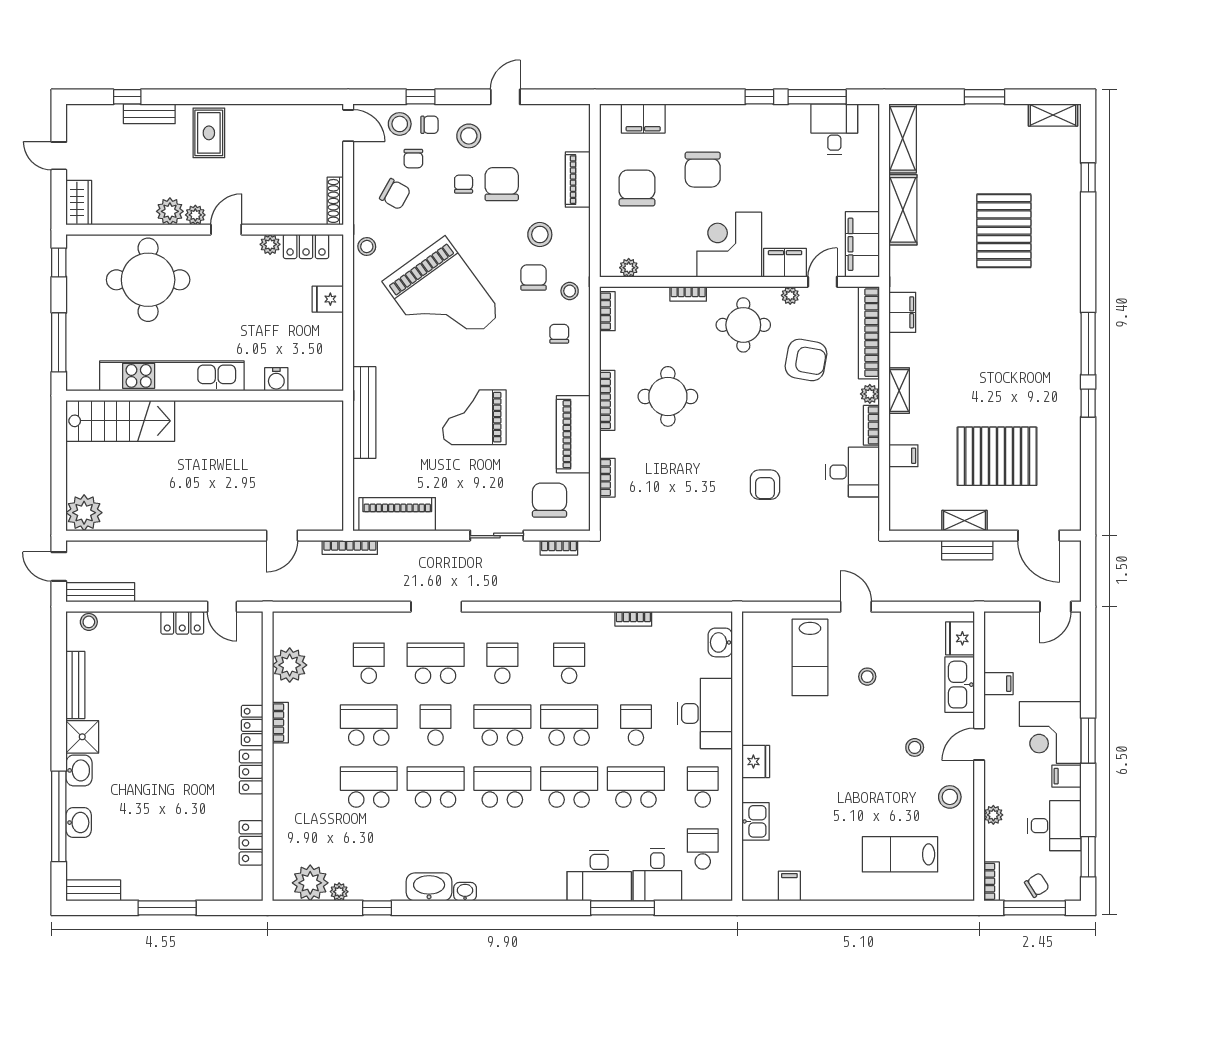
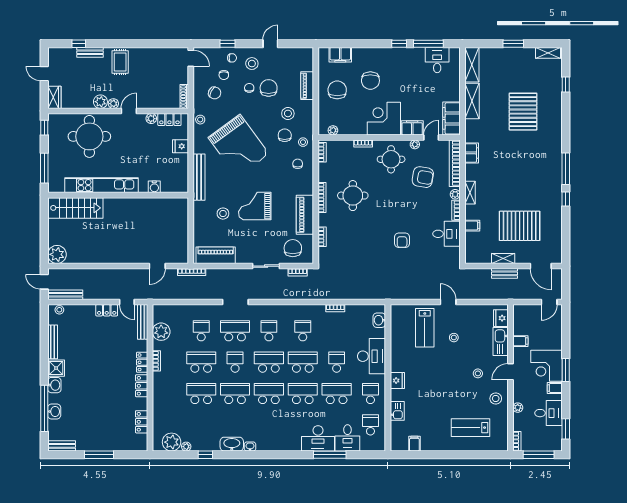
stool: (400, 124) -> (223, 214), moved
bench: (364, 413) -> (199, 177), moved
bench: (253, 646) -> (143, 322), added
chair: (1037, 885) -> (540, 443), removed

